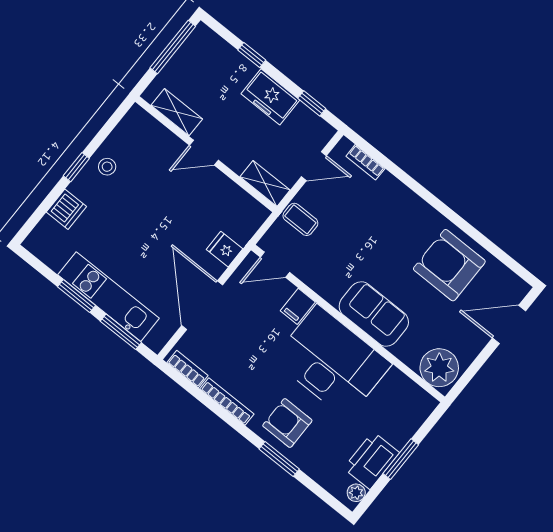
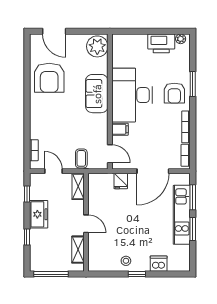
window: (401, 459) -> (150, 31), removed

